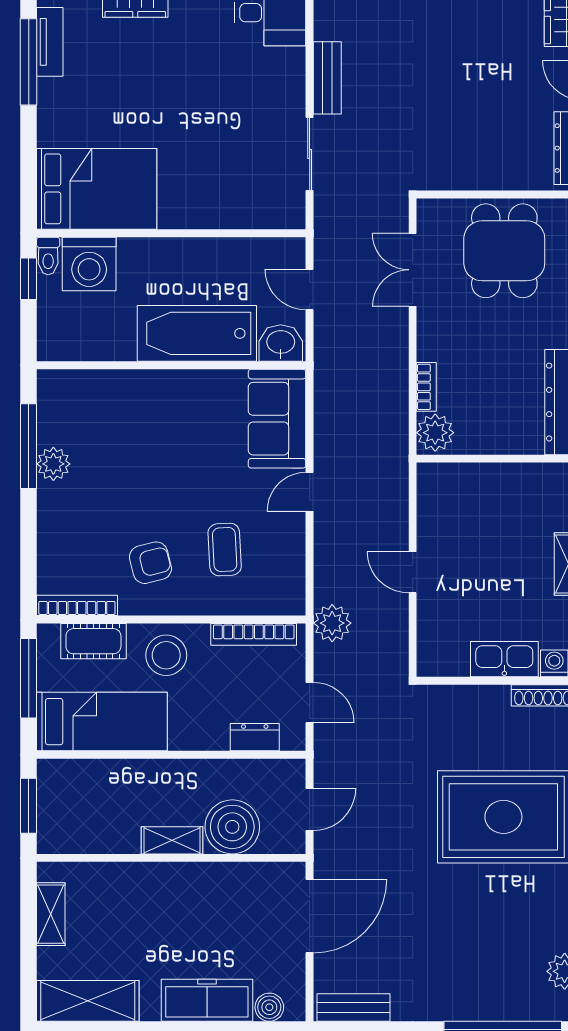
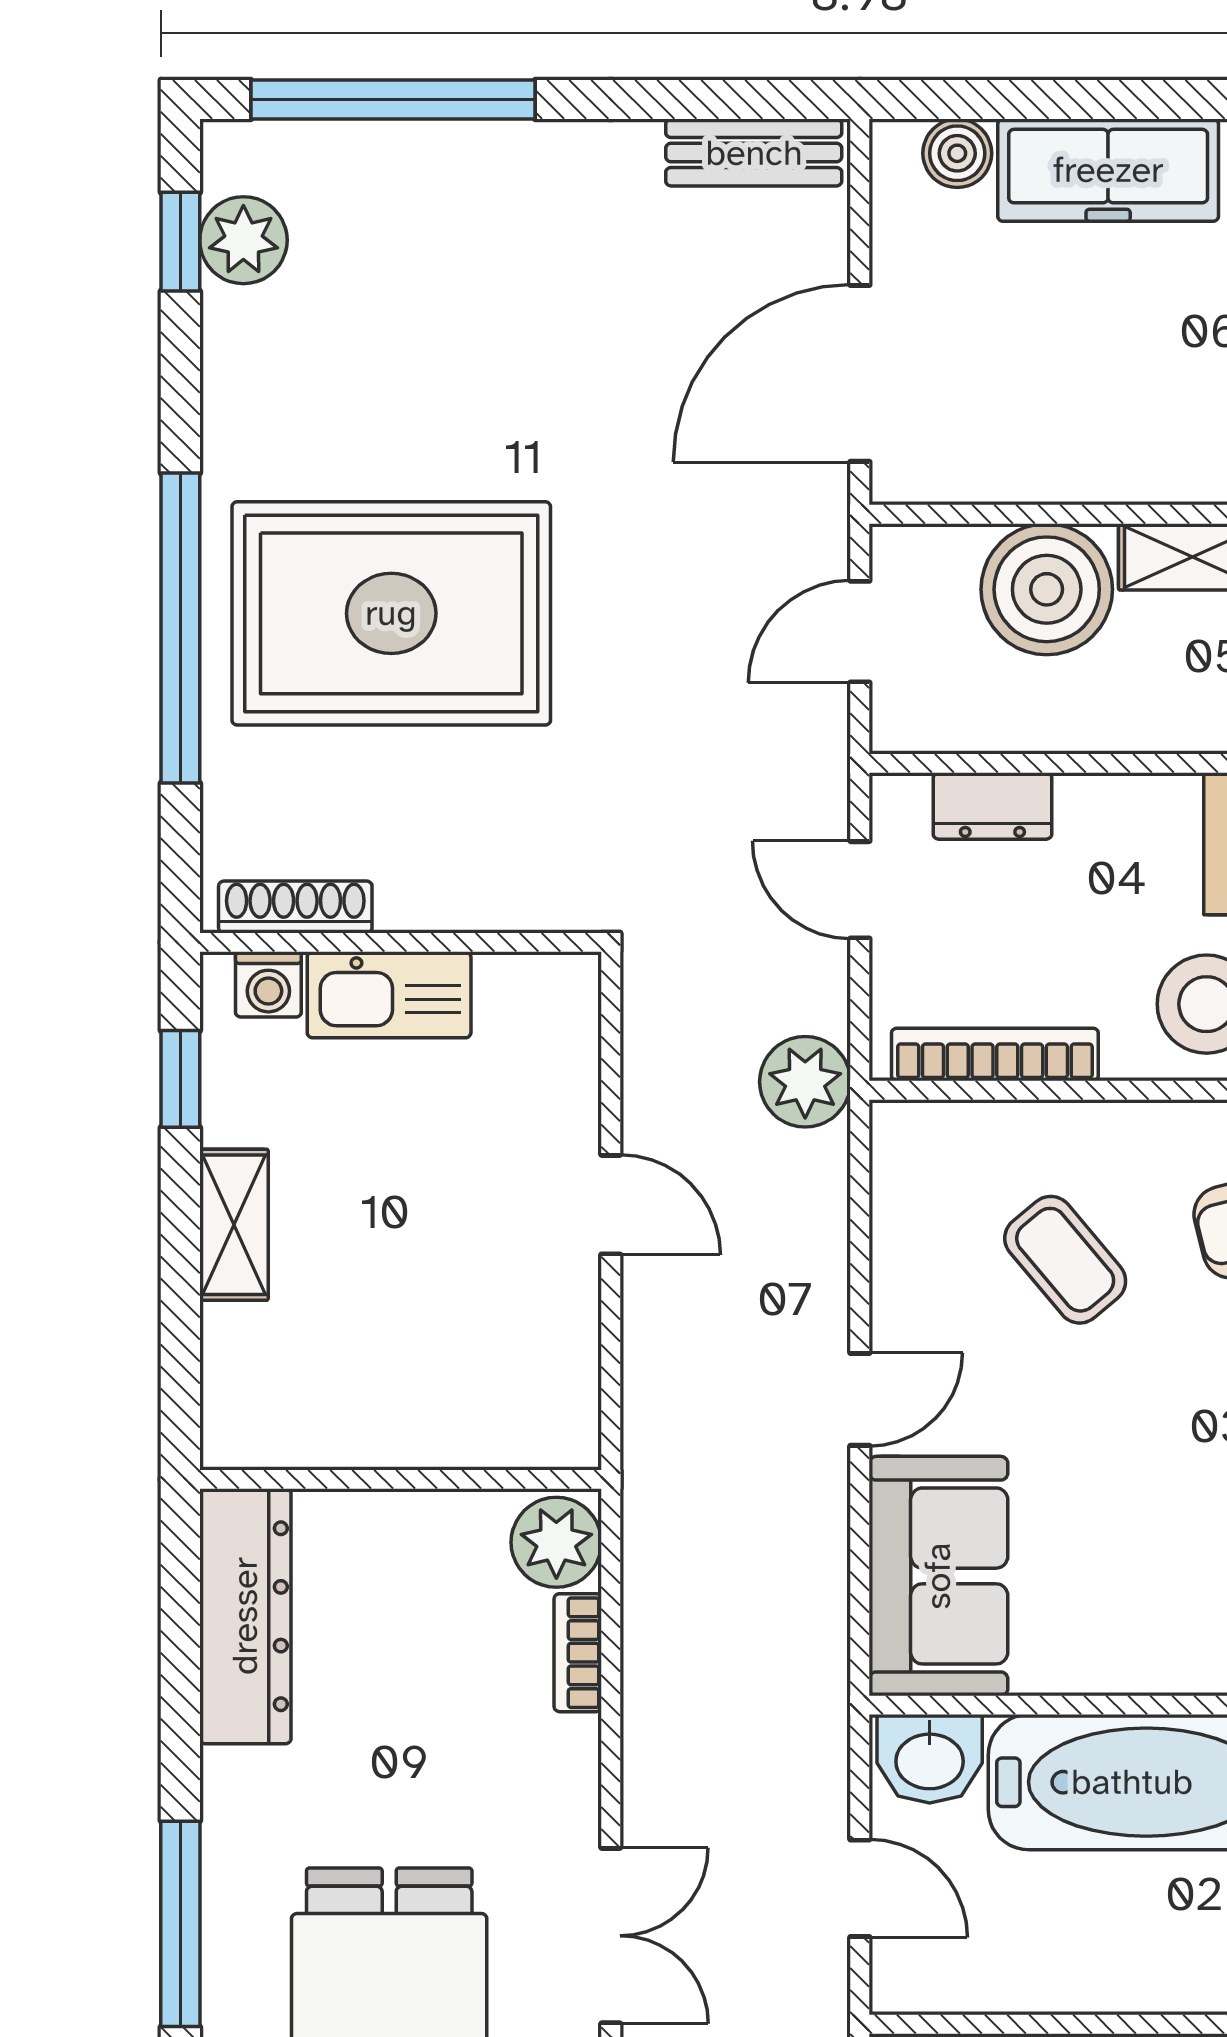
coffee table: (225, 550) -> (1065, 1260), turned -37

